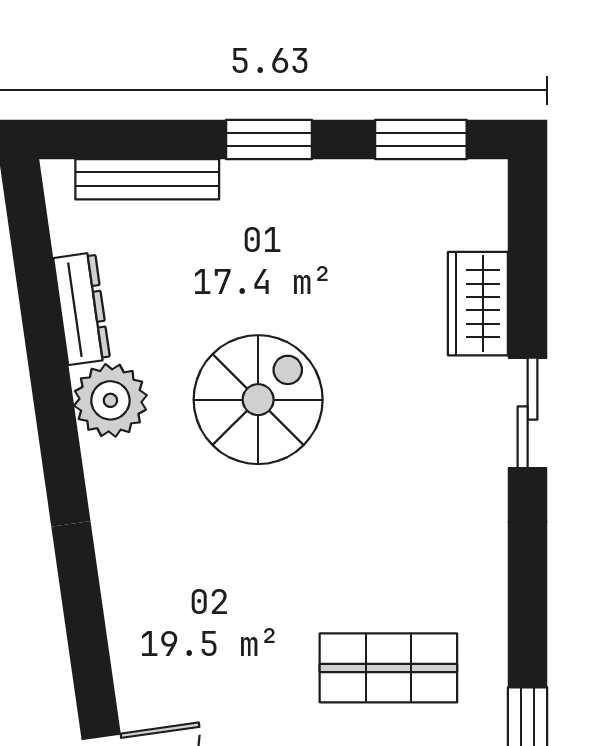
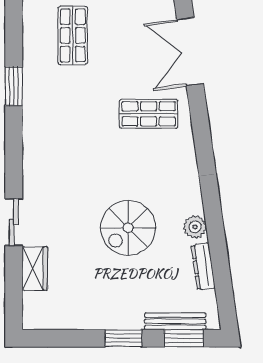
window: (421, 140) -> (184, 338), moved
plant: (110, 400) -> (195, 227), width x0.73, depth x0.73
shop shelf: (388, 668) -> (149, 114), moved

